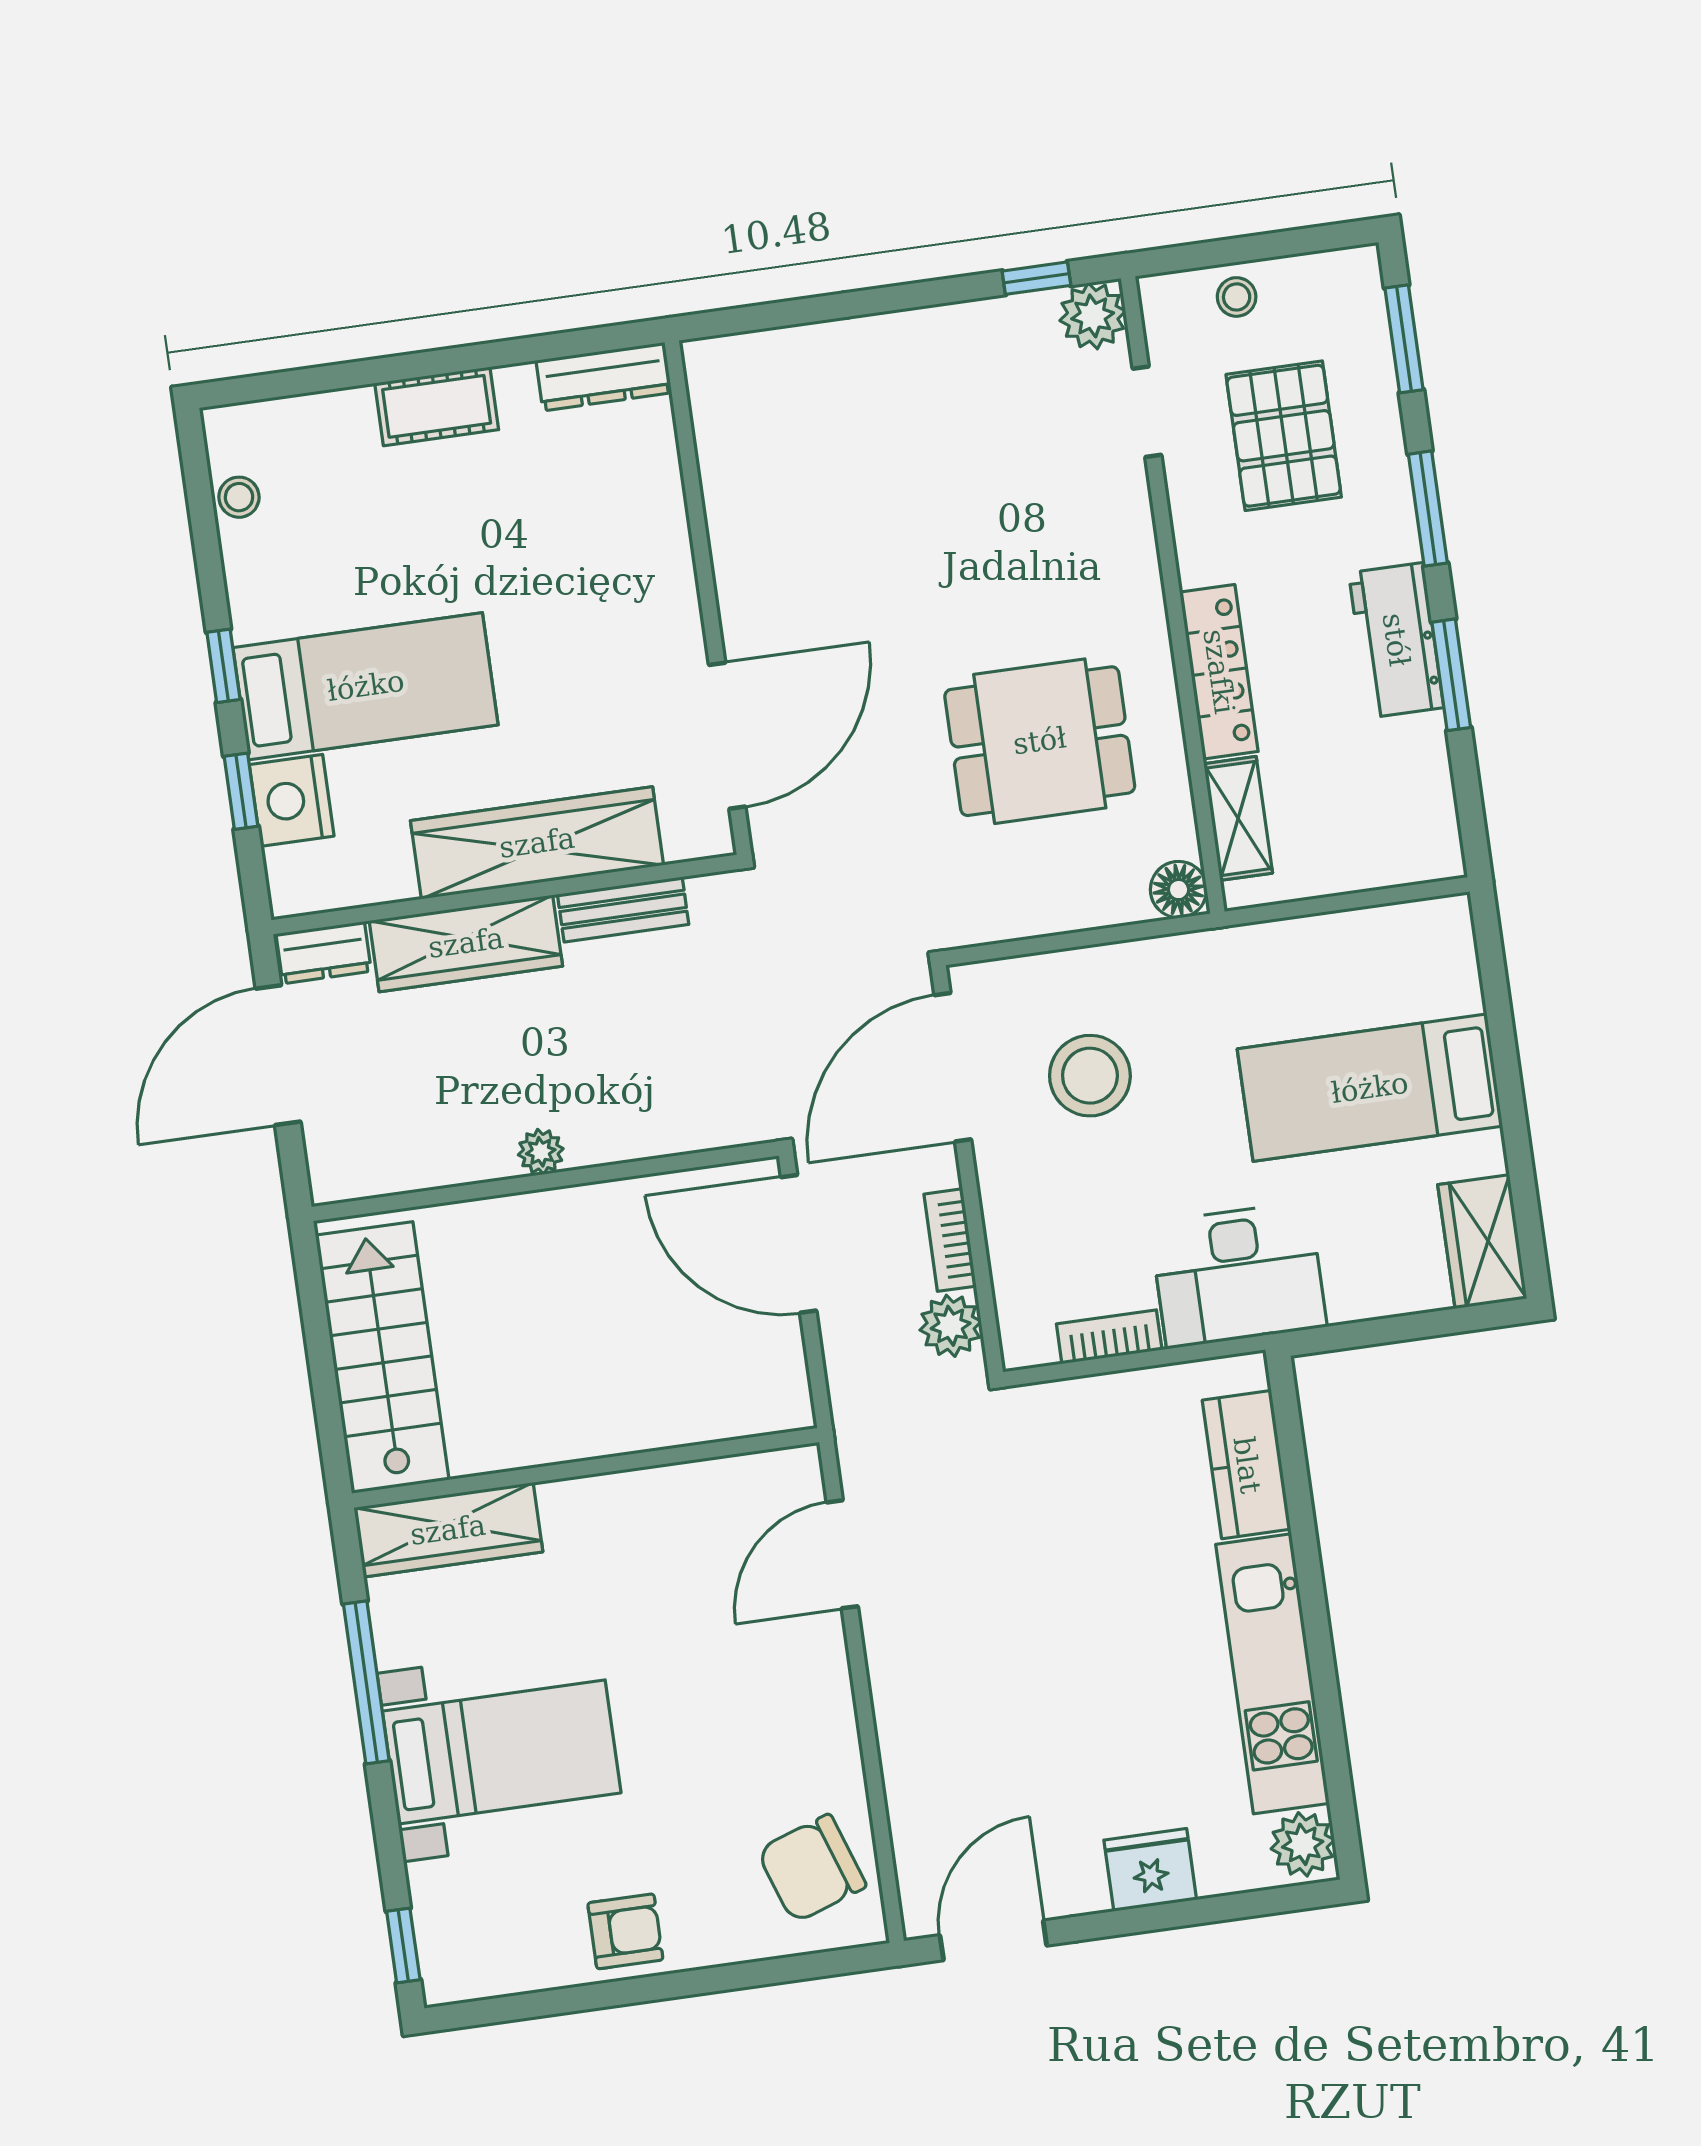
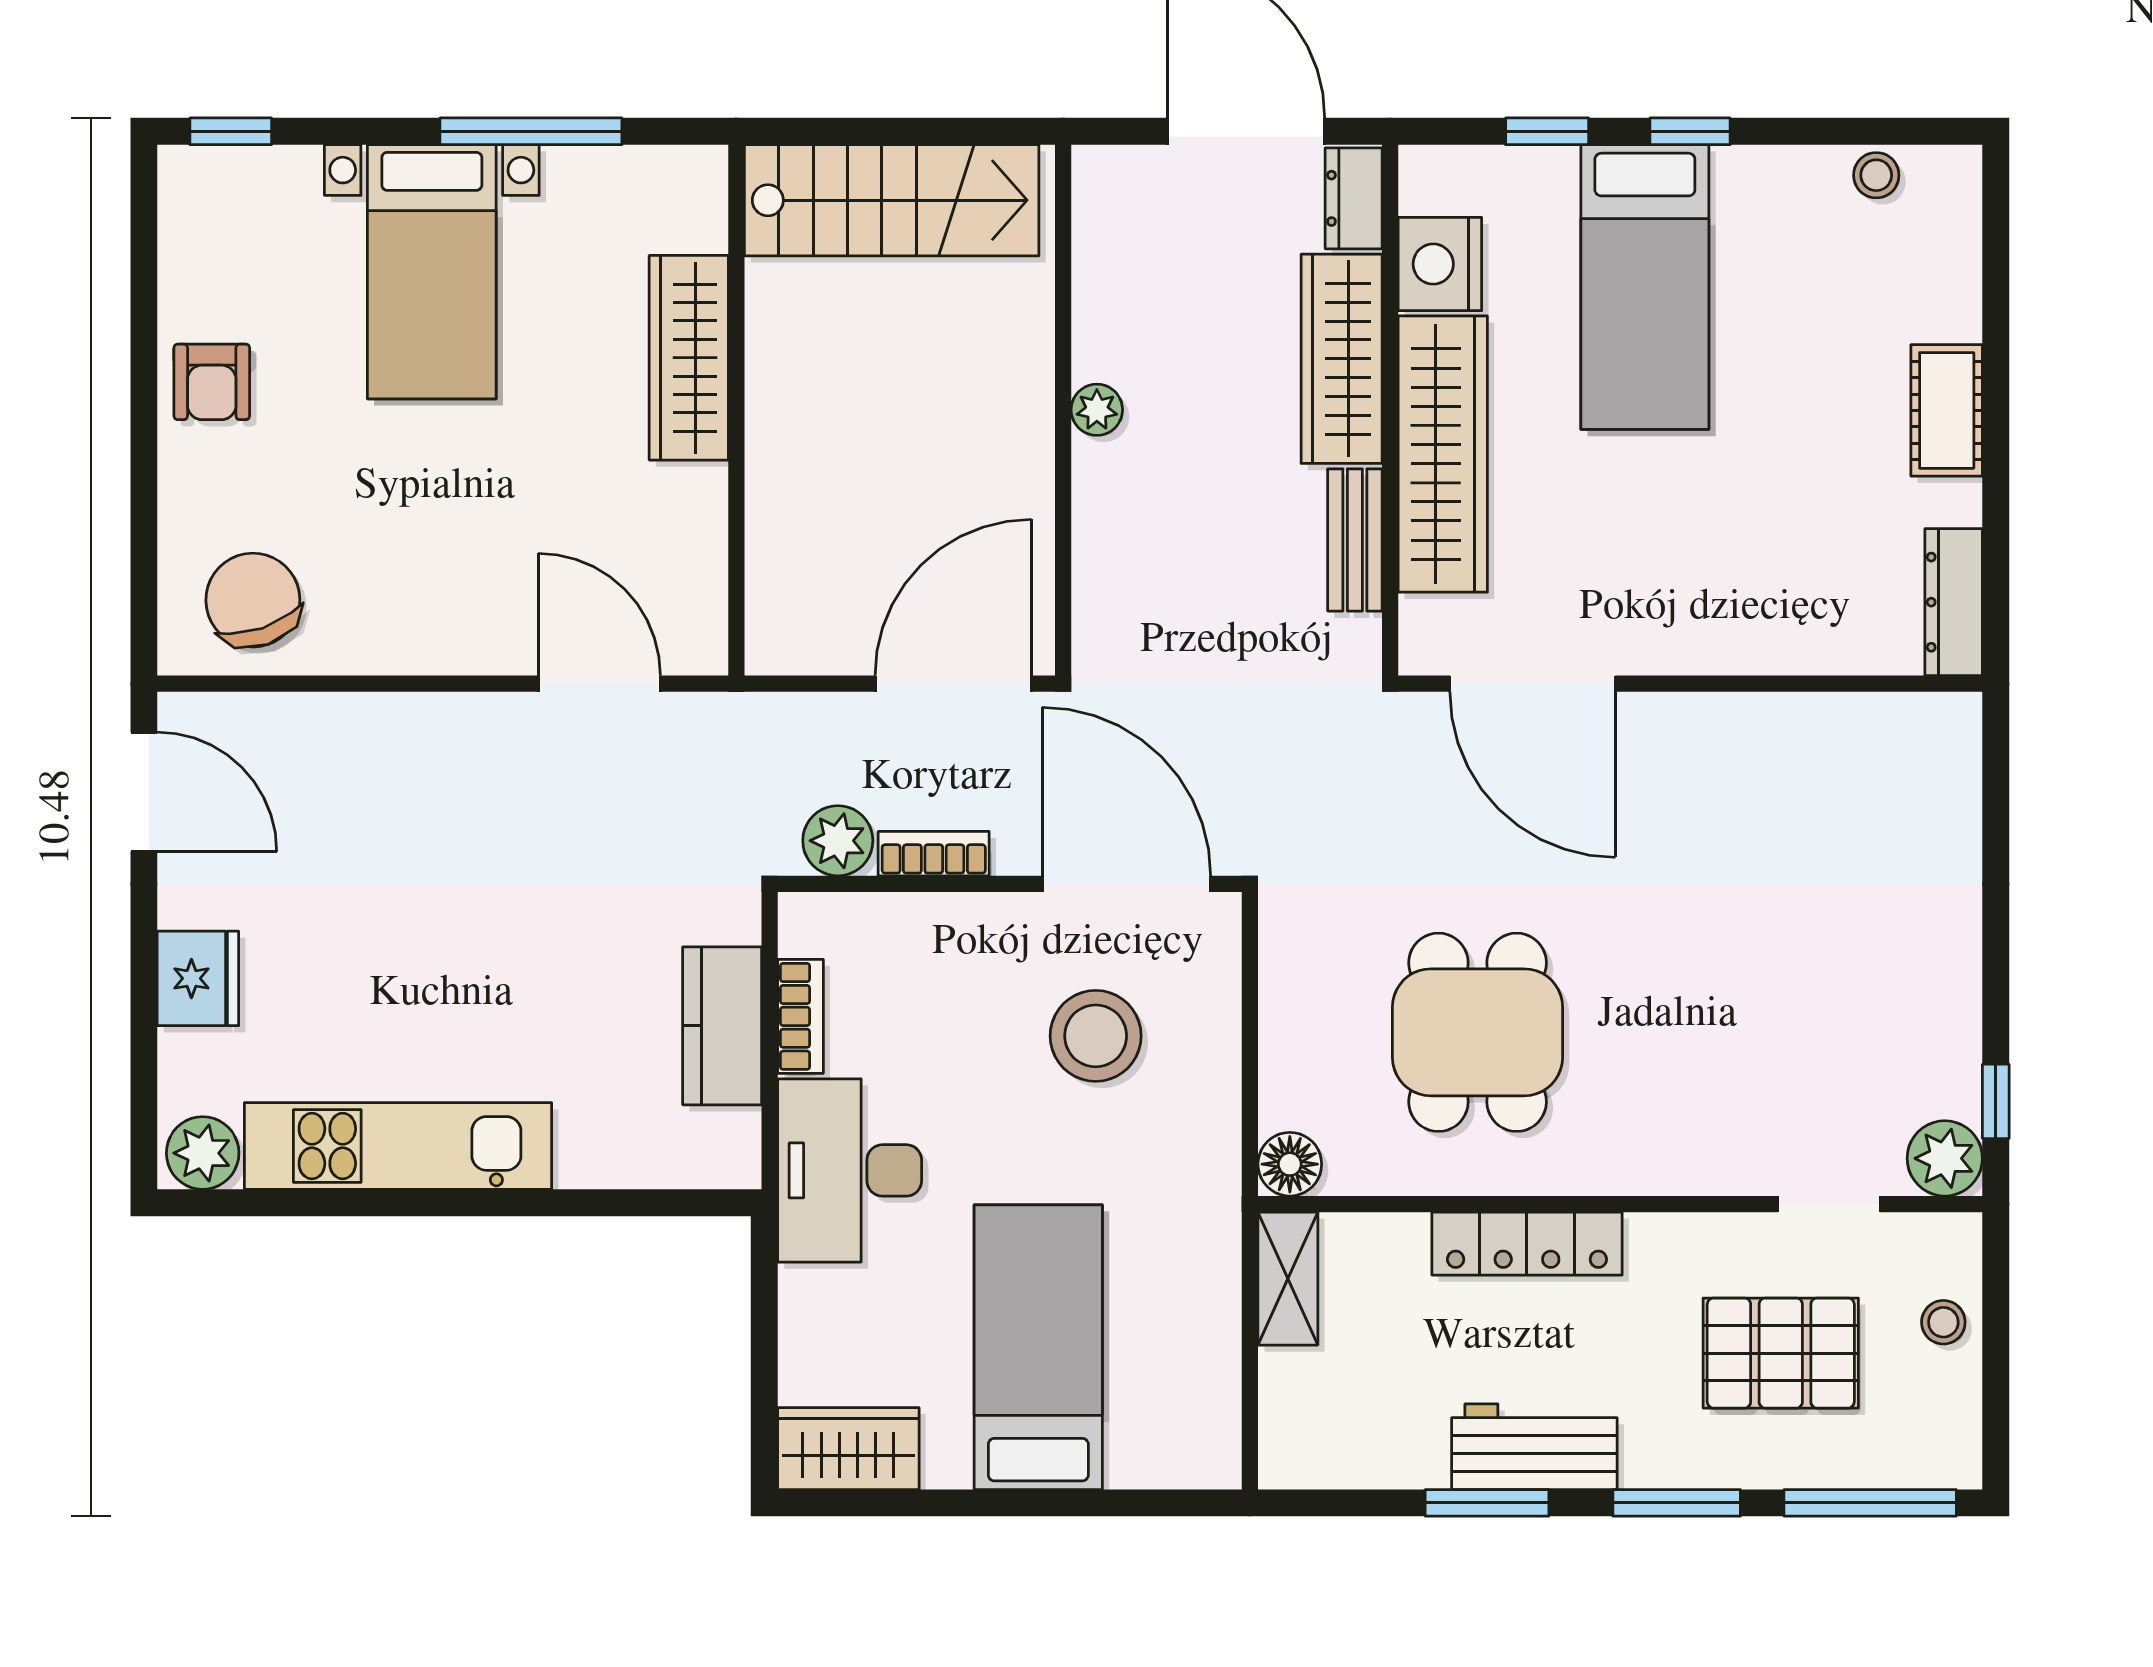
window: (1404, 339) -> (1870, 1503), width x1.44
nightstand: (292, 800) -> (1440, 264), moved, turned -90
shelving: (1238, 818) -> (1288, 1279), moved, turned 90
kitchen counter: (1247, 1465) -> (722, 1026), moved, turned -90
wardrobe: (448, 1530) -> (689, 358), moved

